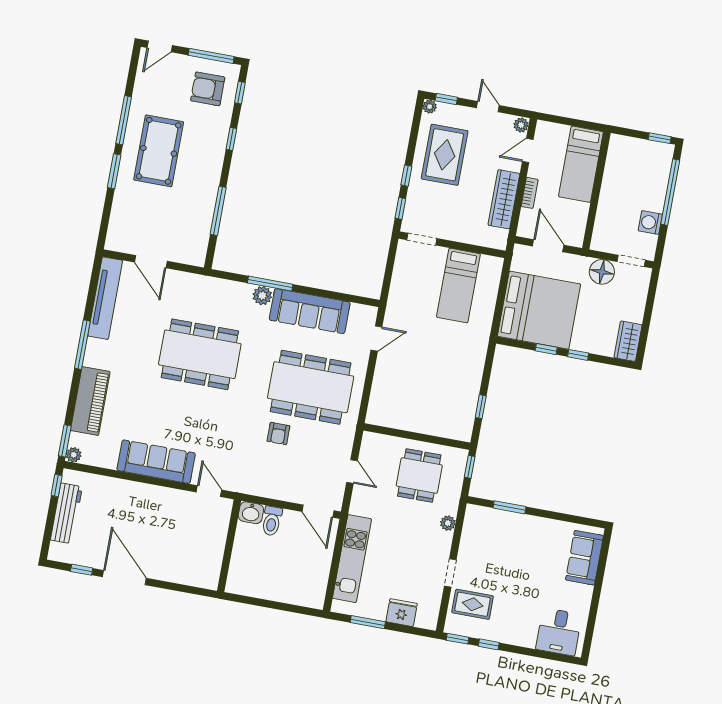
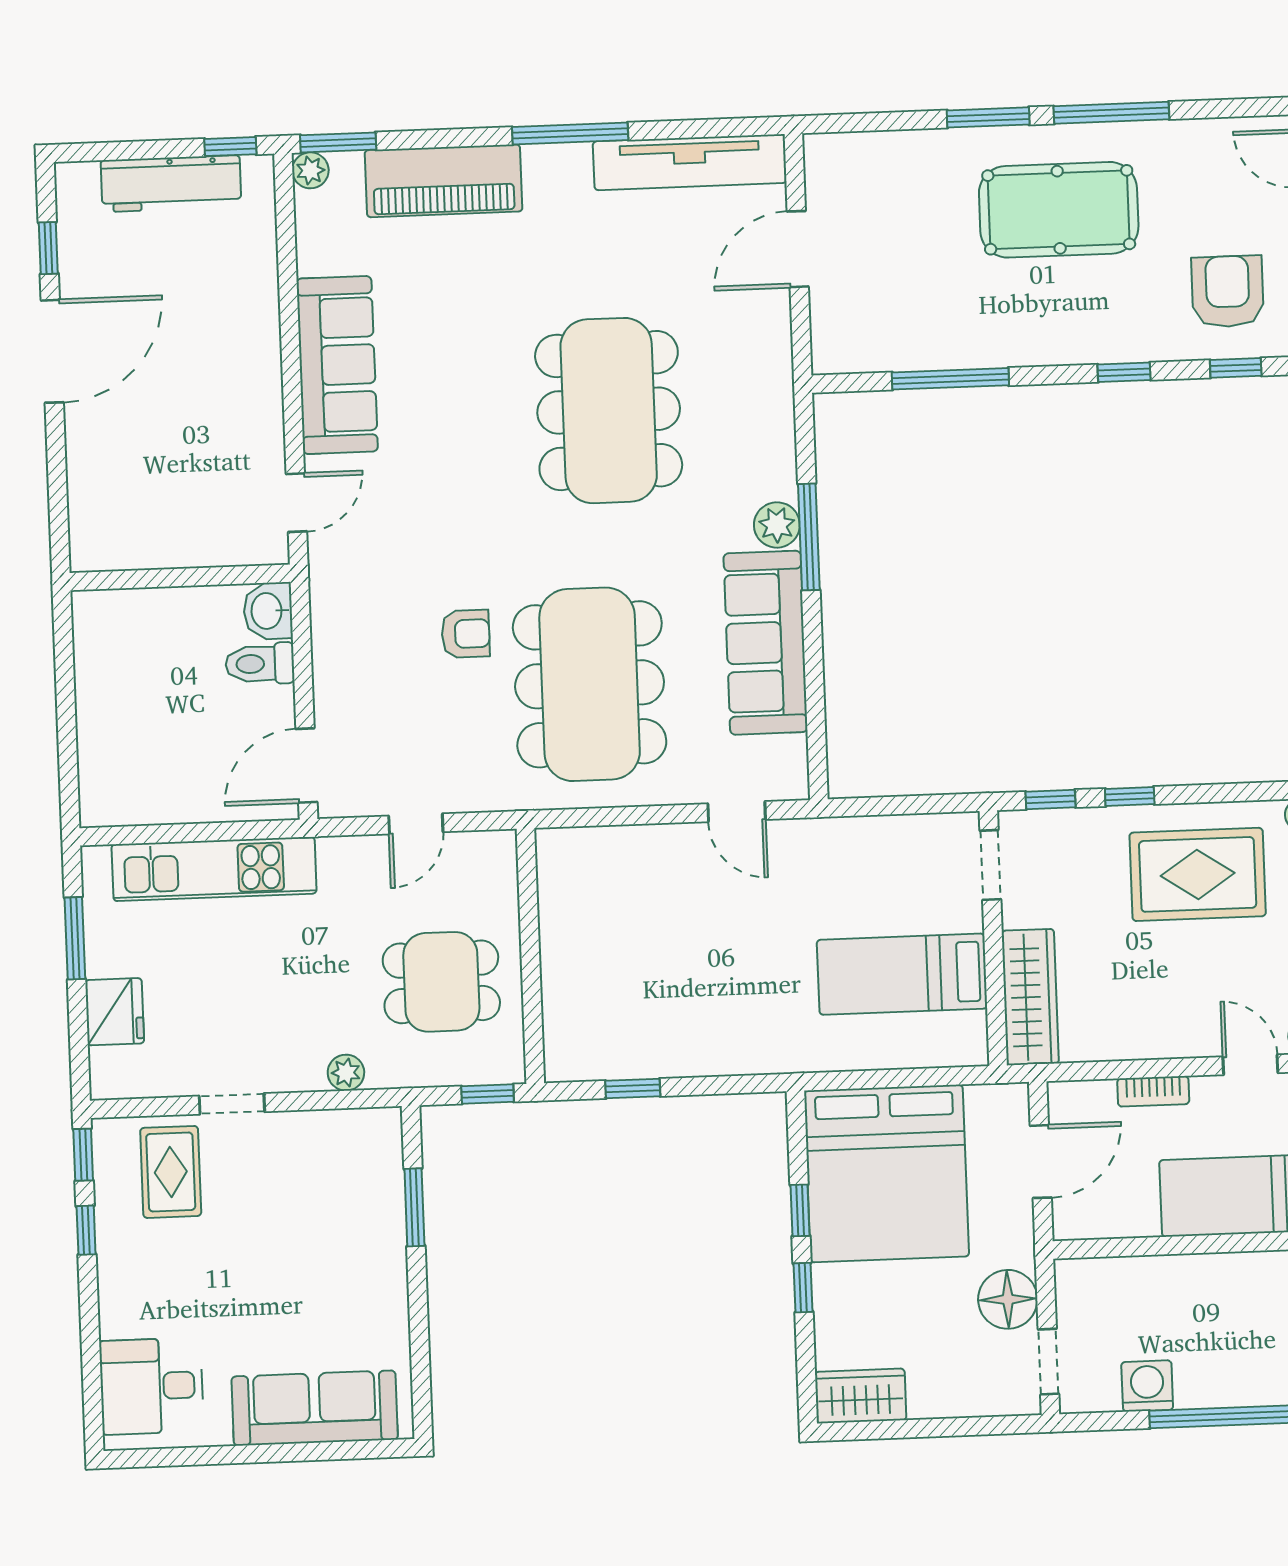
wardrobe: (504, 199) -> (1030, 997), moved, turned 90
armchair: (278, 434) -> (466, 634), turned 180
sofa: (584, 558) -> (315, 1408), width x1.36

